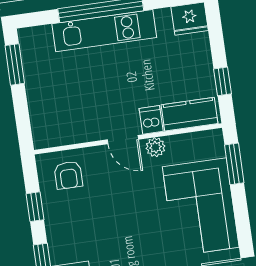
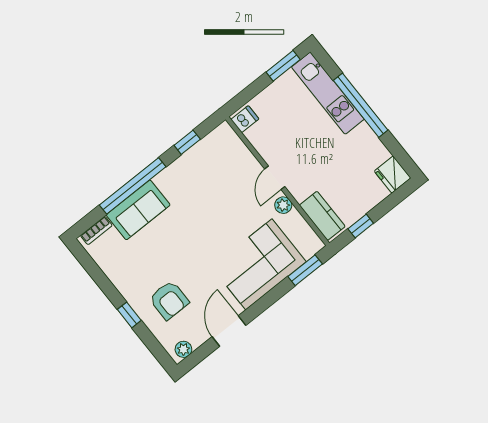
kitchen unit: (104, 31) -> (328, 93), moved
dishwasher: (151, 120) -> (245, 119), moved
armchair: (68, 175) -> (225, 153), removed

